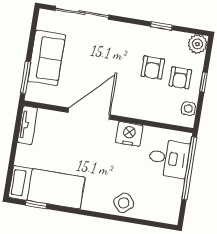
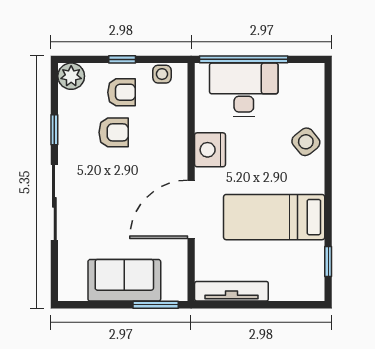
sliding door: (82, 13) -> (54, 202), moved
door: (89, 114) -> (191, 209), hinge flipped
tv unit: (28, 125) -> (231, 291), width x1.41
desk: (169, 158) -> (244, 90), width x1.37
bed: (47, 187) -> (274, 217), moved, turned -90

